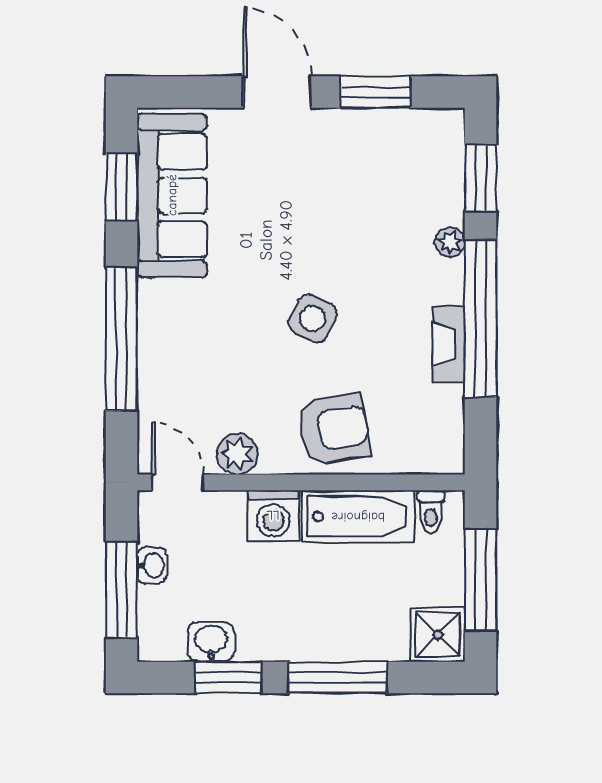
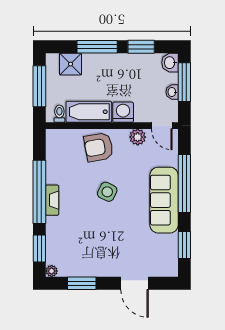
door: (277, 92) -> (134, 283), moved
sofa: (172, 195) -> (164, 200), moved
plant: (450, 242) -> (52, 271), moved
fireplace: (449, 344) -> (52, 200), moved
shower: (438, 635) -> (71, 64), moved
washbasin: (211, 642) -> (170, 63), moved, turned 90

